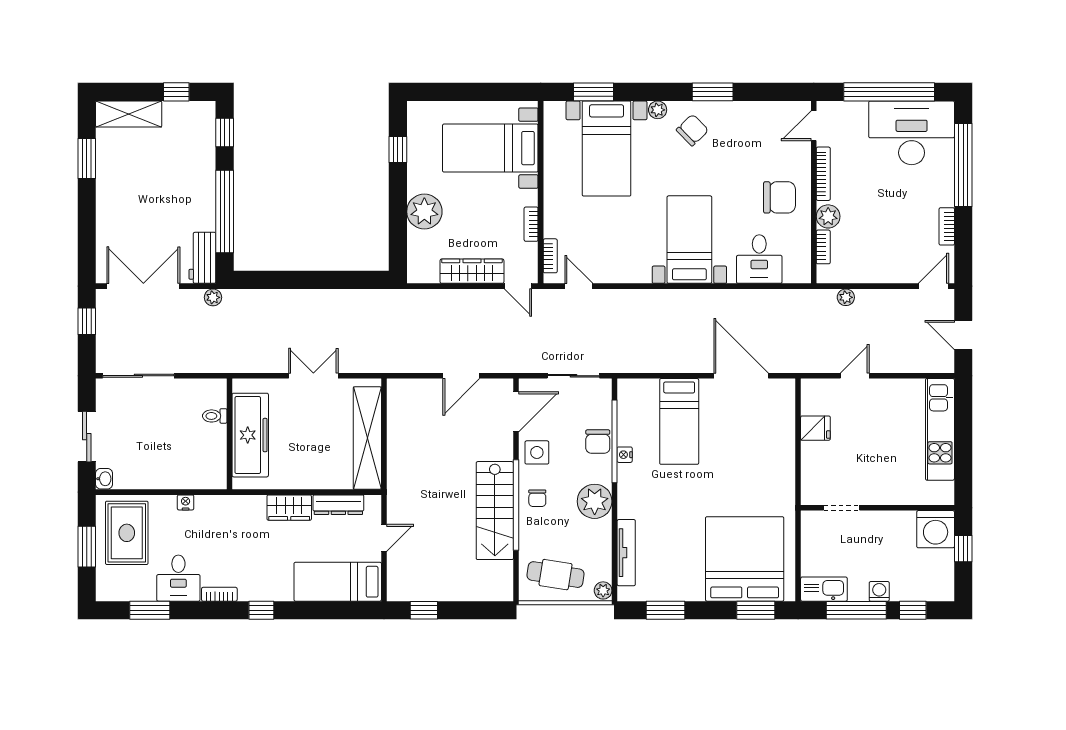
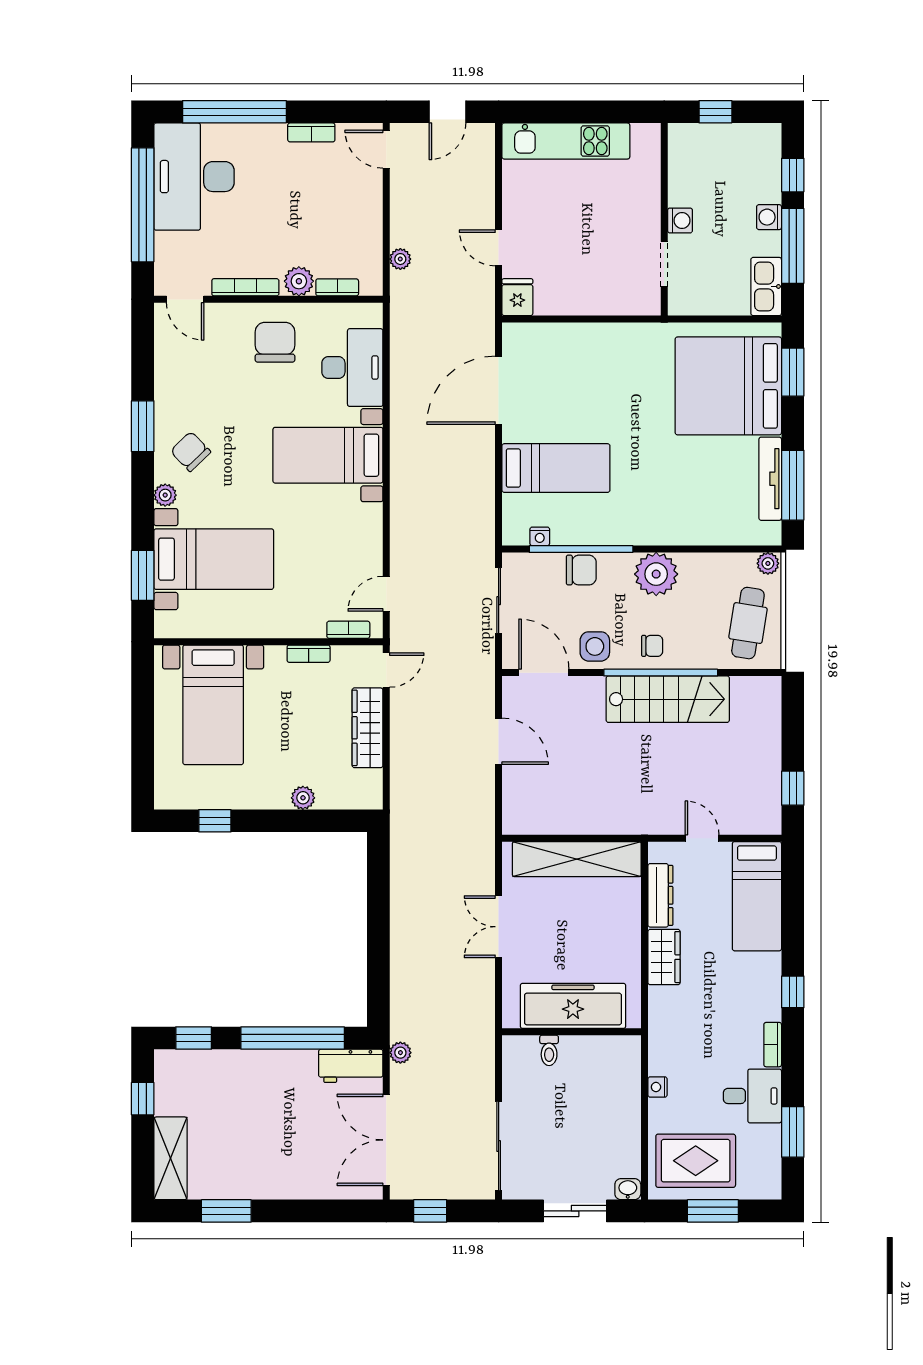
plant: (424, 212) -> (303, 798), width x0.53, depth x0.53
desk: (759, 259) -> (352, 368), width x1.37
fridge: (815, 428) -> (517, 297), moved
nightstand: (625, 455) -> (540, 536), moved
washing machine: (936, 529) -> (680, 220), moved, width x0.53, depth x0.53
tv unit: (626, 553) -> (770, 479), moved, turned -90
window: (665, 610) -> (793, 485), width x1.44

